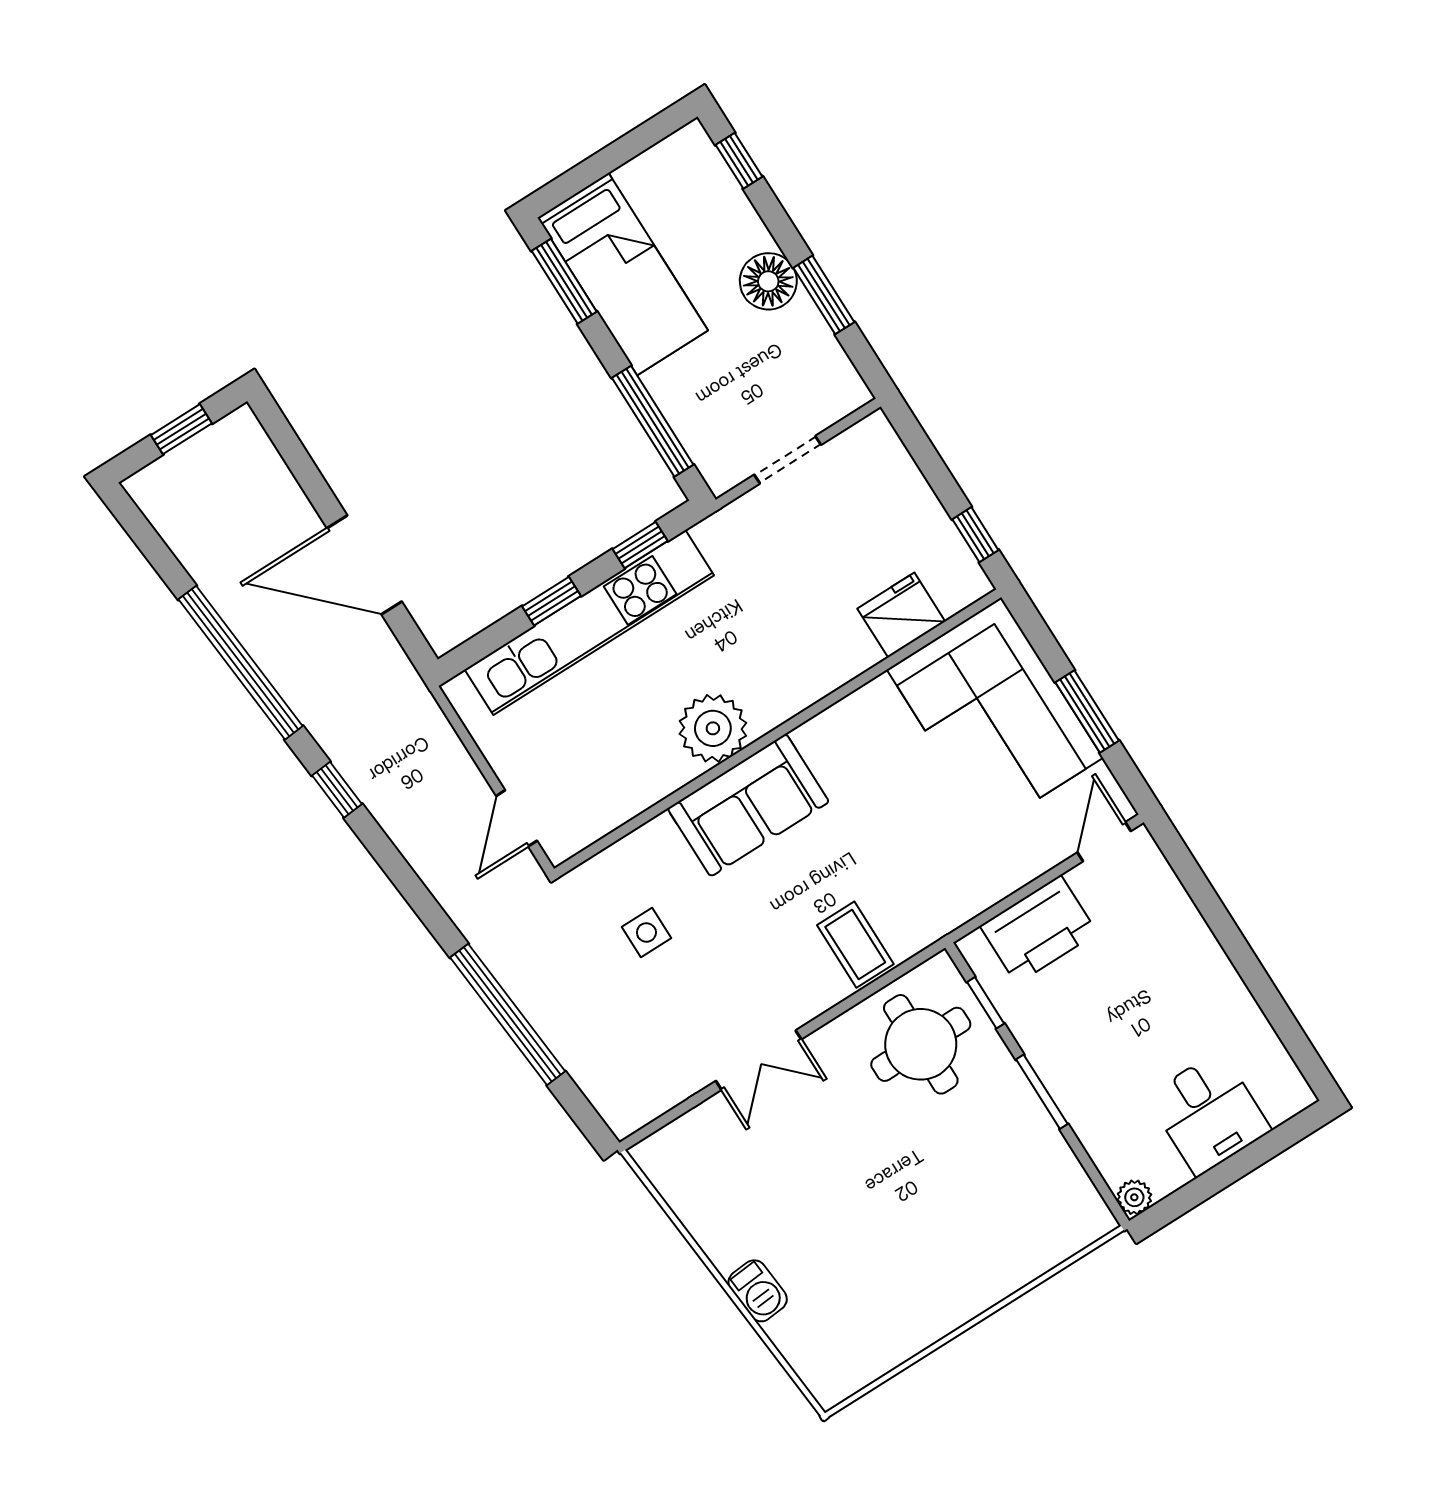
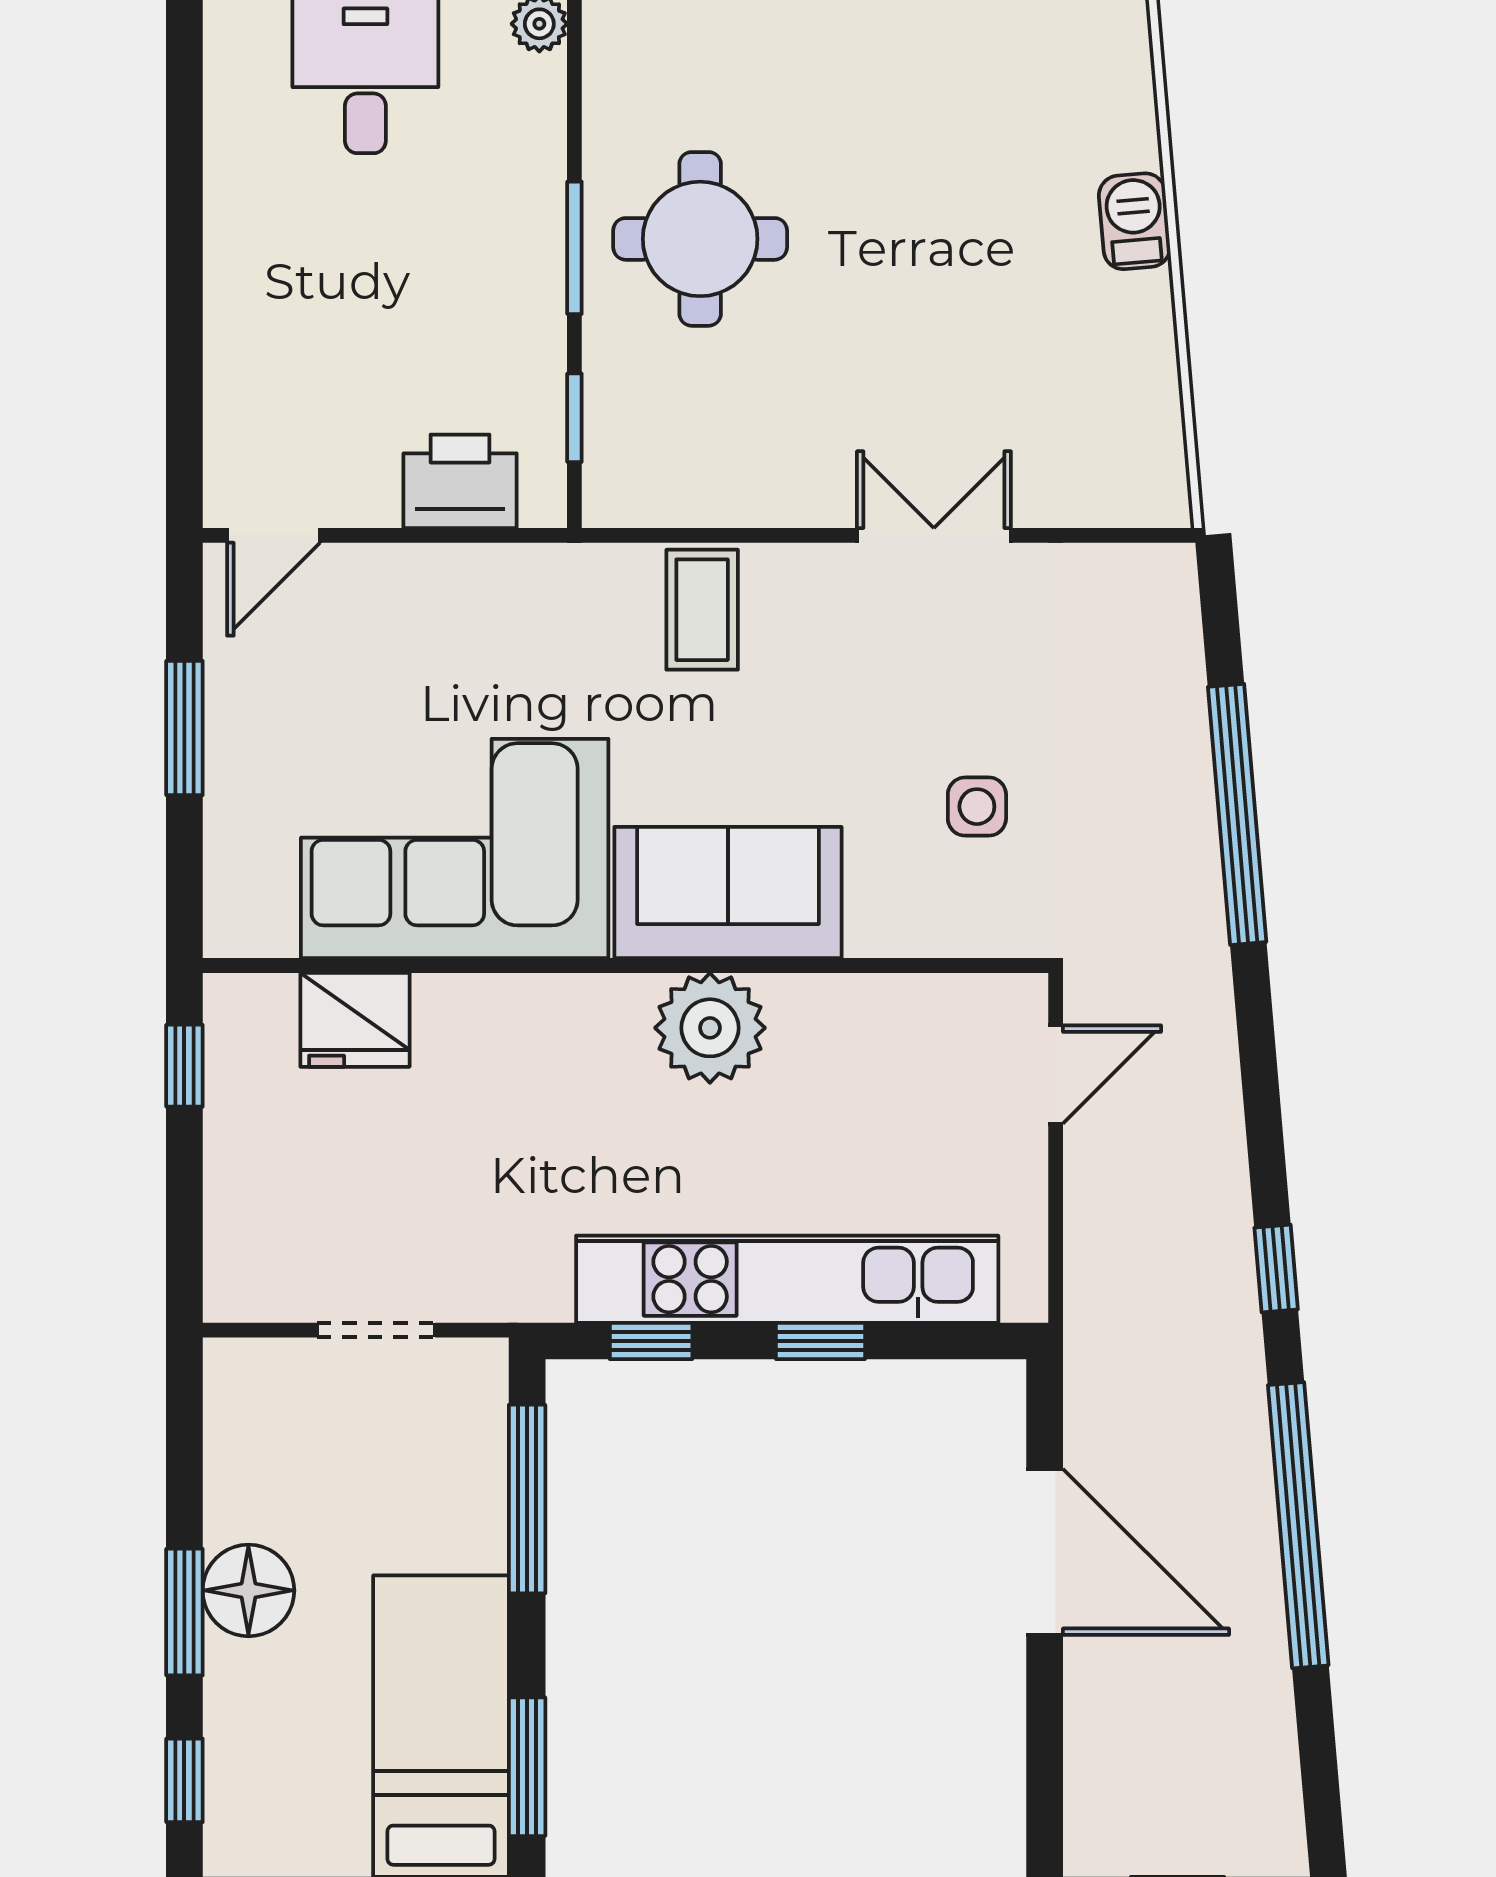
window: (824, 295) -> (184, 1612), moved
corner sofa: (995, 714) -> (455, 849), moved, turned -90
printer: (1039, 929) -> (460, 481), width x0.73, depth x0.84
round table: (921, 1044) -> (700, 239), moved

